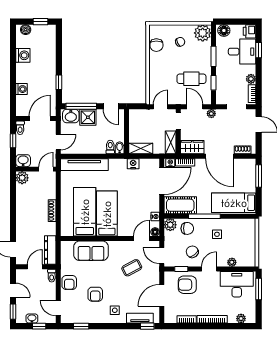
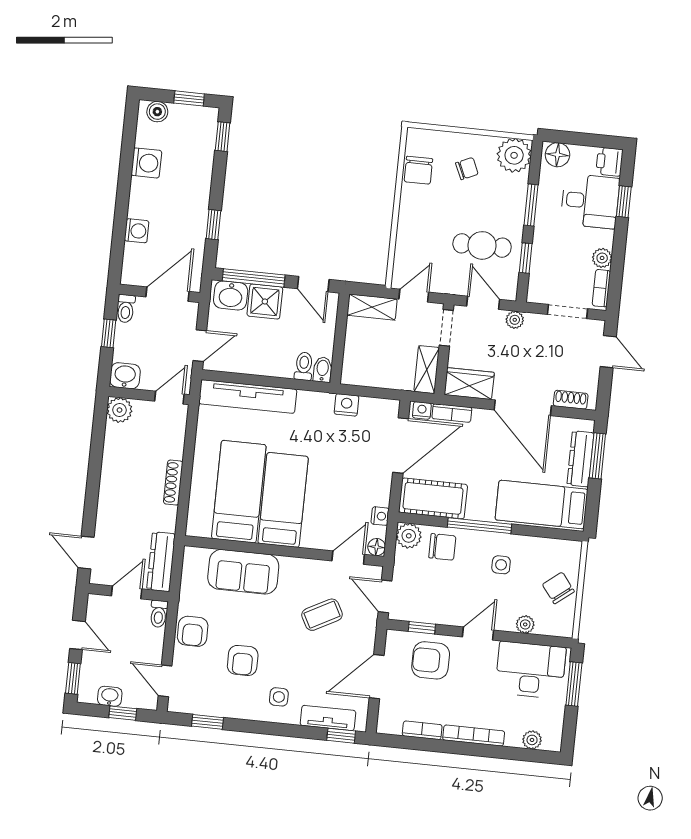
window: (59, 39) -> (223, 137), added
shelving: (141, 148) -> (372, 307), moved
dresser: (250, 178) -> (580, 459), added
chair: (192, 252) -> (558, 588), moved

